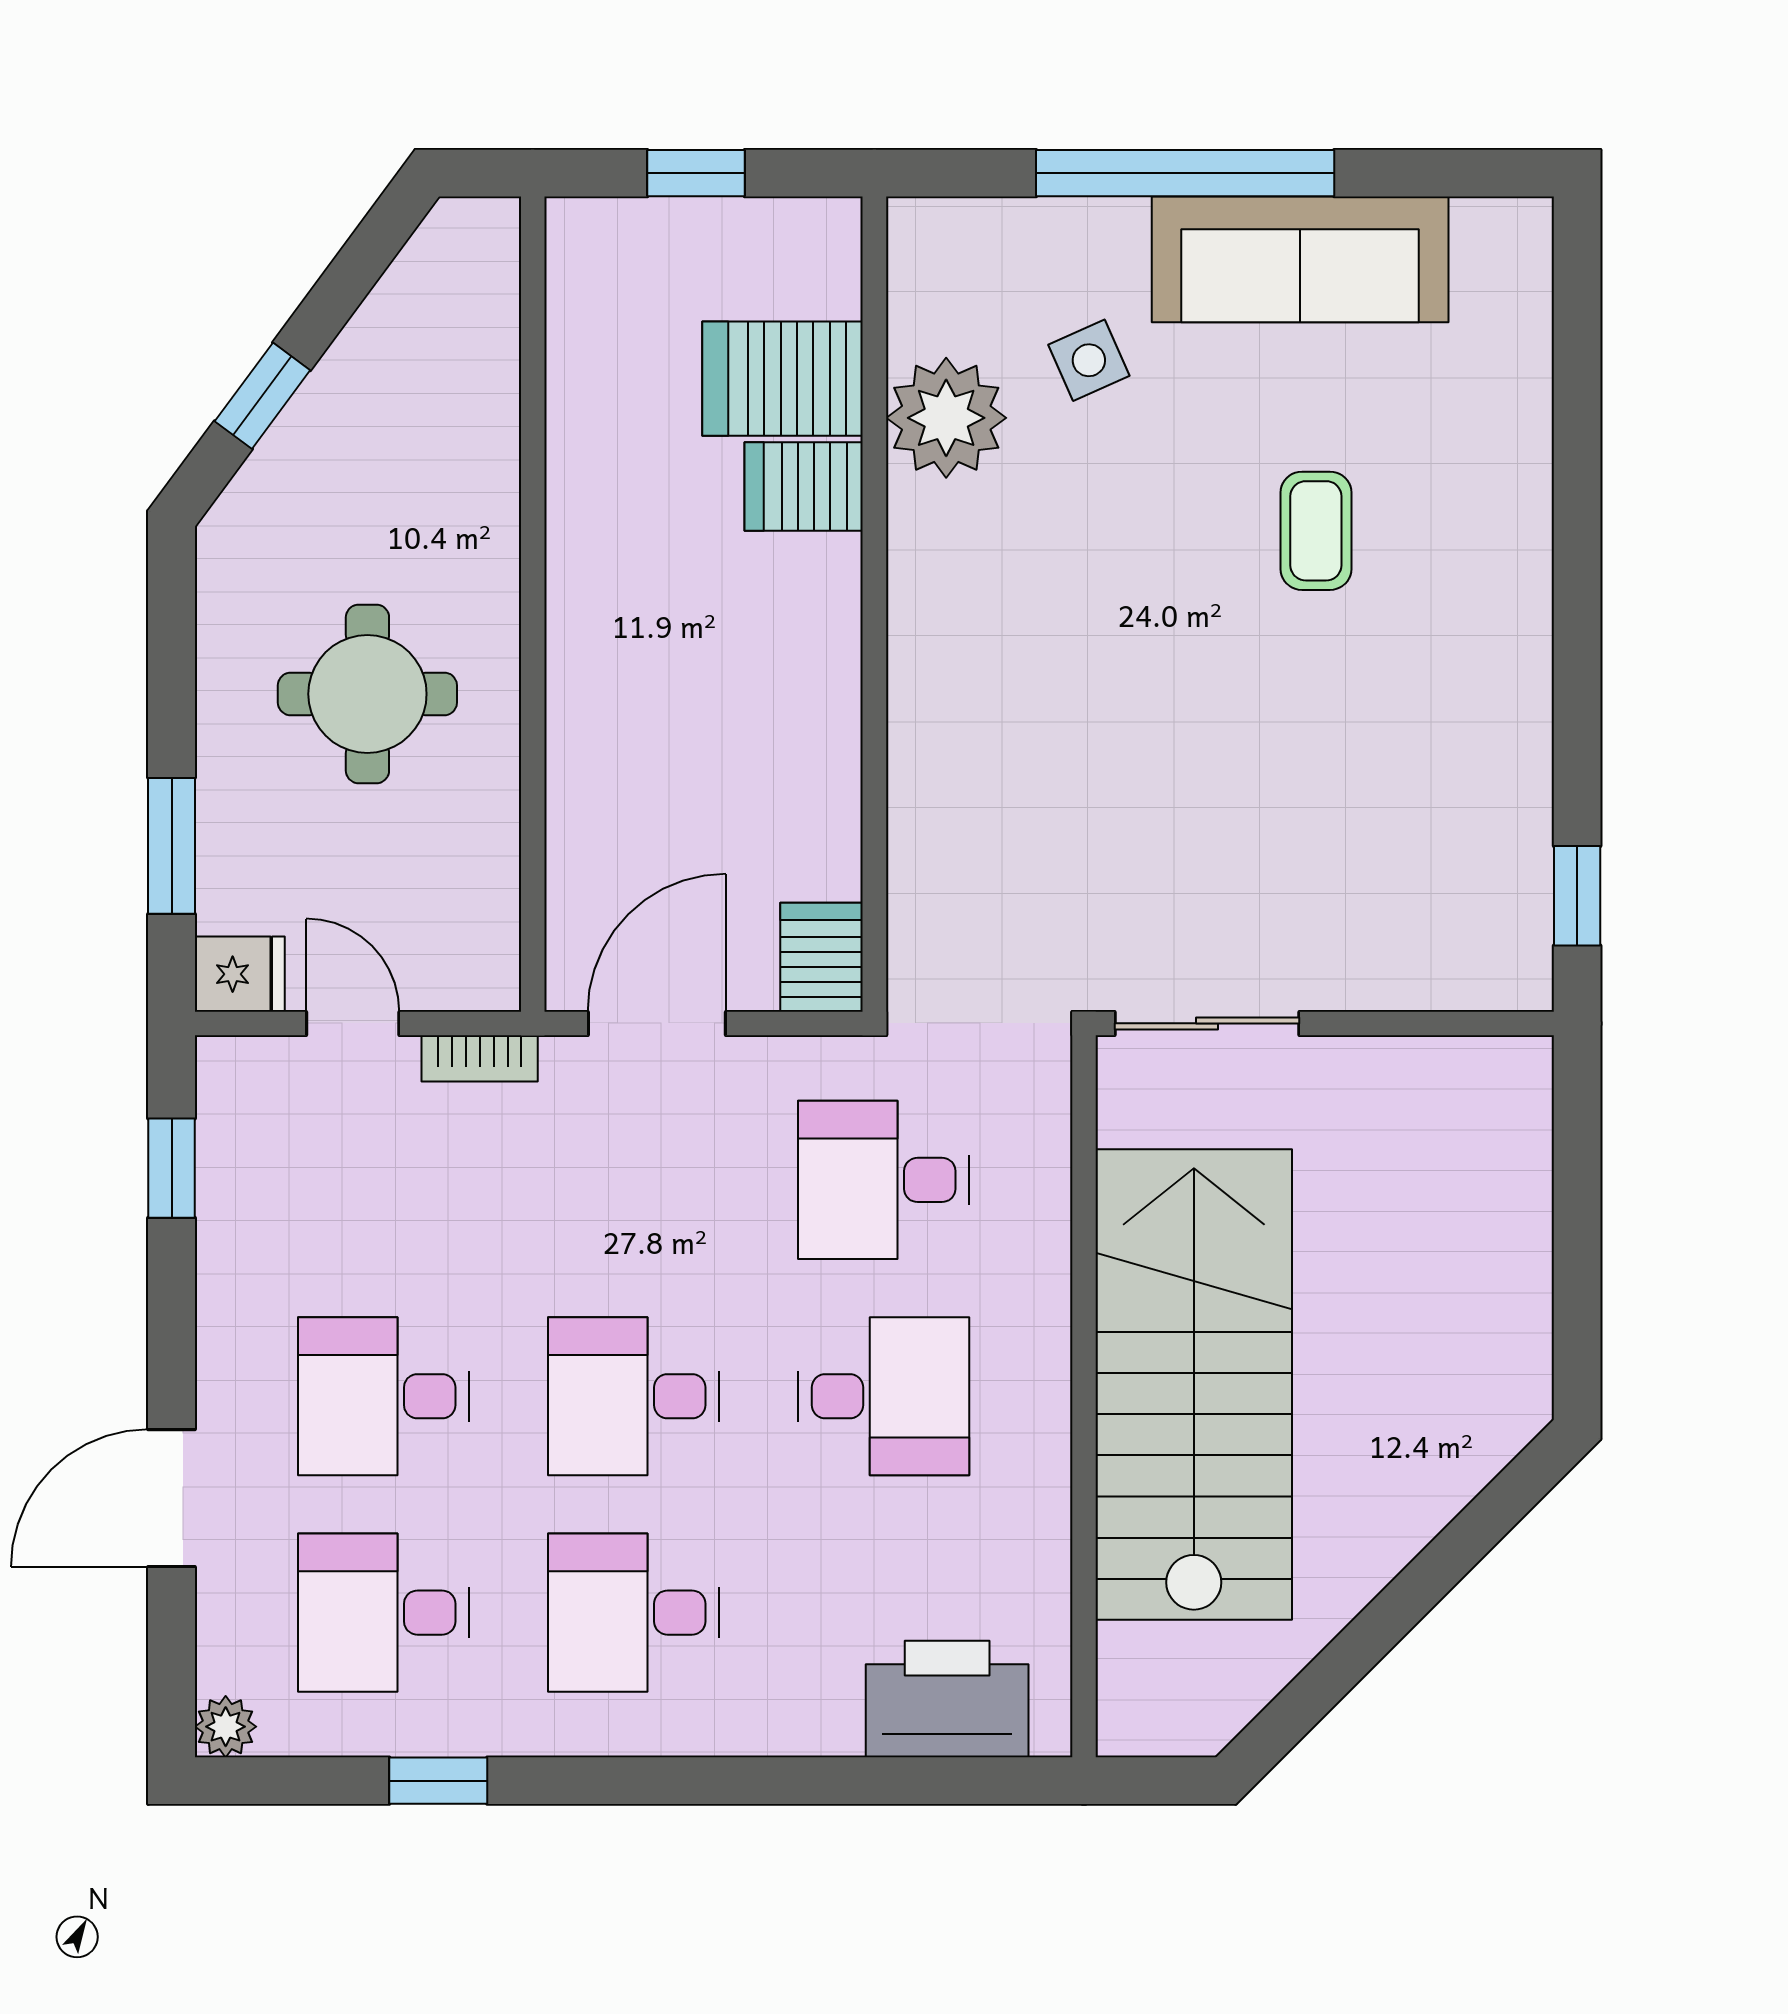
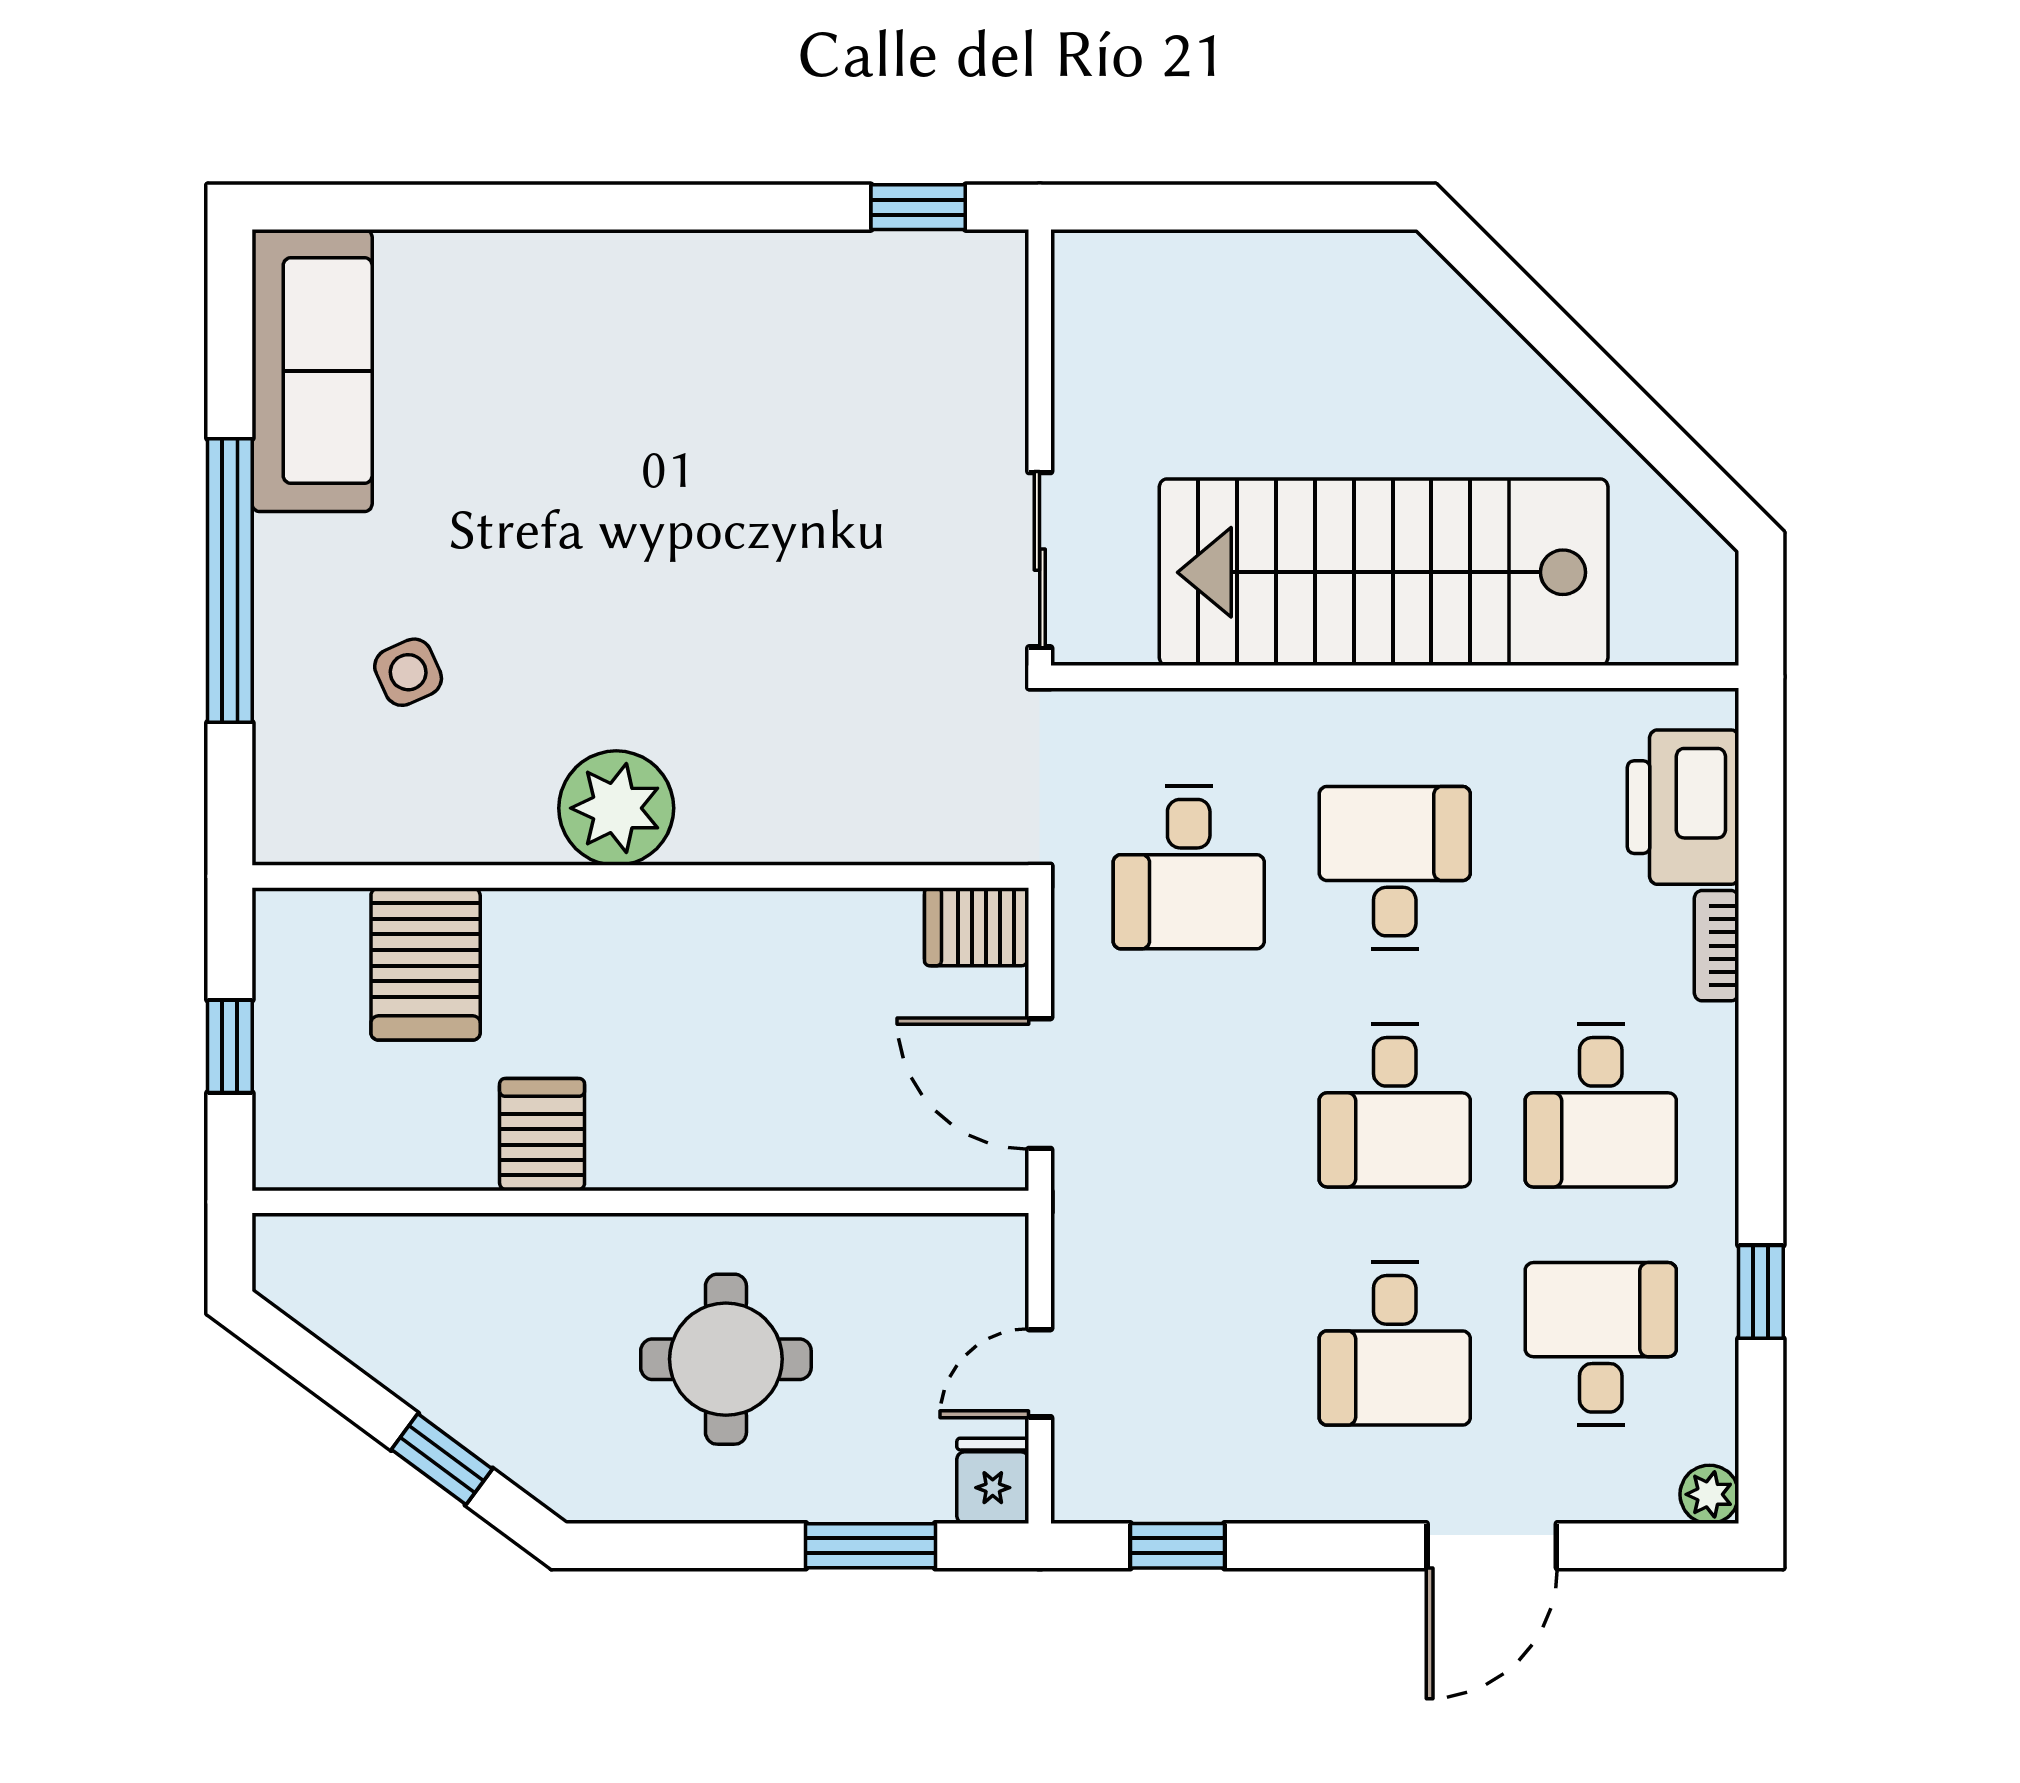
sofa: (1300, 259) -> (312, 371), moved
plant: (946, 418) -> (616, 808), moved
server rack: (804, 486) -> (542, 1135), moved, turned 180
coffee table: (1316, 531) -> (571, 456), removed
bookcase: (480, 1058) -> (1717, 946), moved, turned 180
door: (172, 1498) -> (1492, 1546), hinge flipped
desk: (384, 1613) -> (1601, 1344), turned 180

